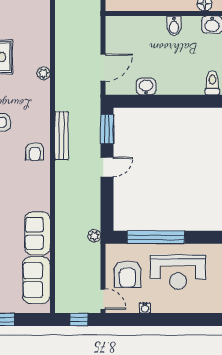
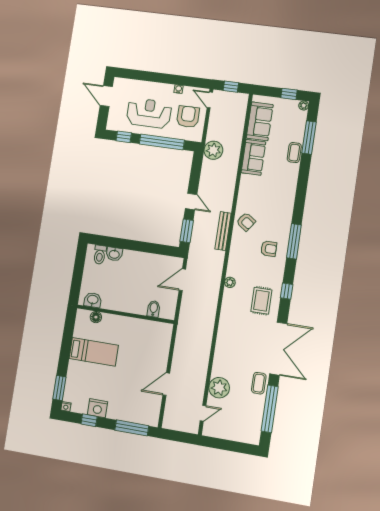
bidet: (174, 26) -> (154, 309), moved
washbasin: (146, 87) -> (114, 254), moved
armchair: (35, 152) -> (246, 222), turned 125
door: (107, 167) -> (191, 201), swing flipped
plant: (94, 236) -> (213, 150), width x1.88, depth x1.88
window: (206, 237) -> (124, 137), added

